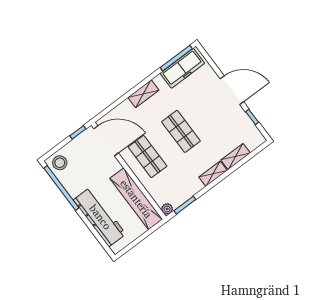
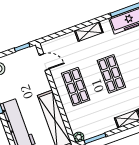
door: (106, 141) -> (44, 62), width x0.53

